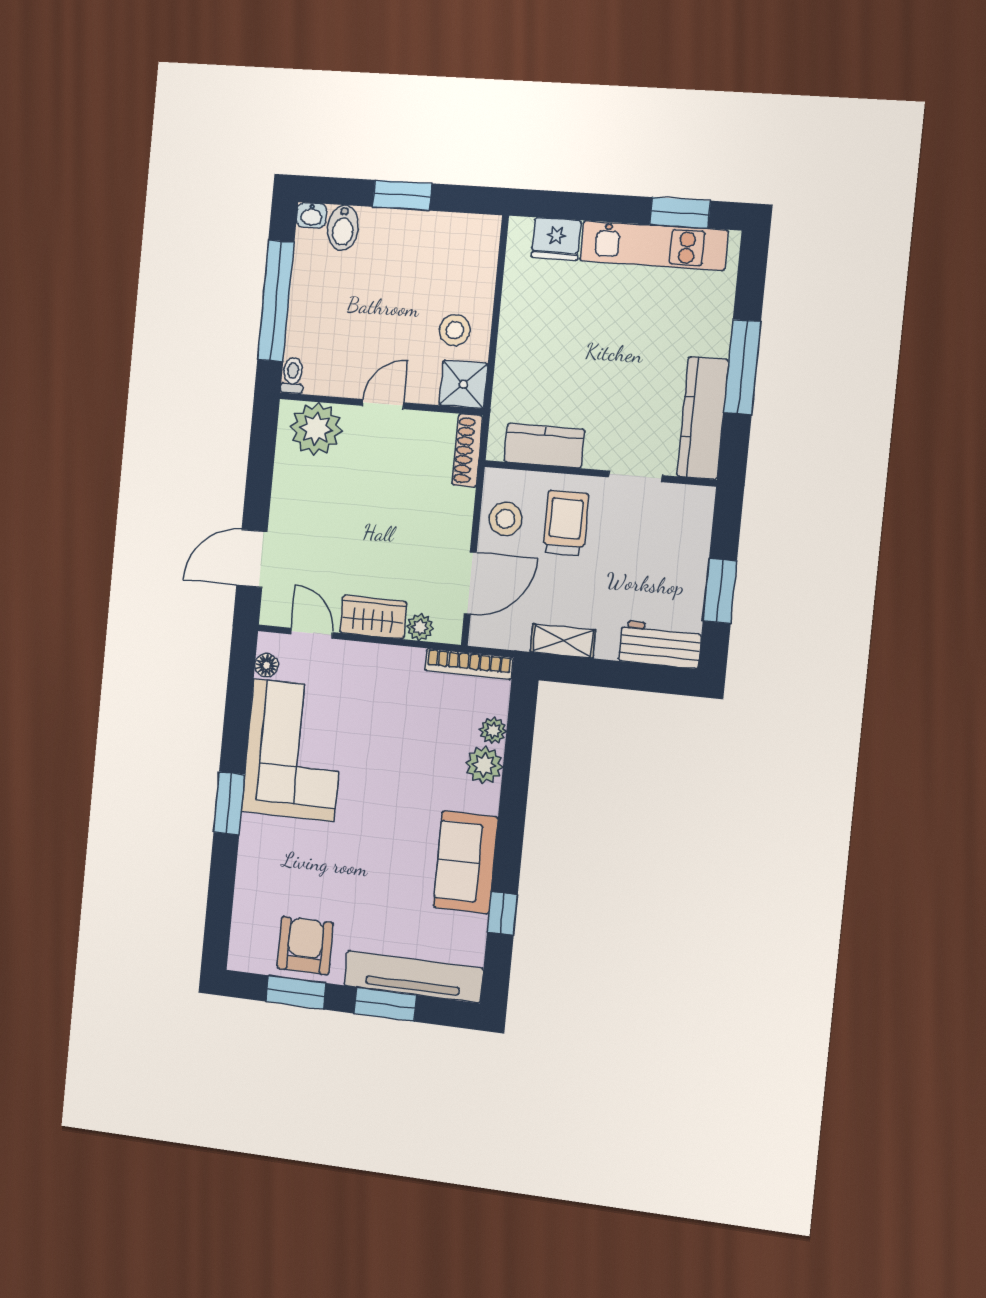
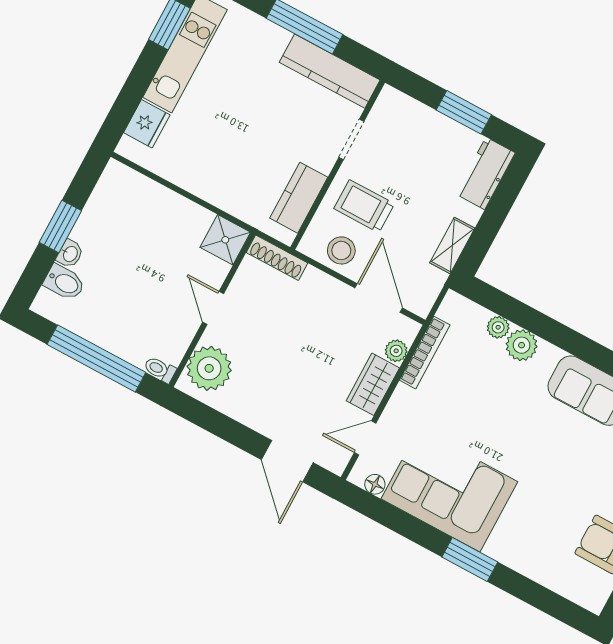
washbasin: (311, 215) -> (70, 254), moved
stool: (455, 330) -> (181, 229), removed
bookcase: (469, 664) -> (425, 353), moved

